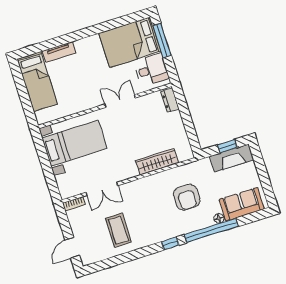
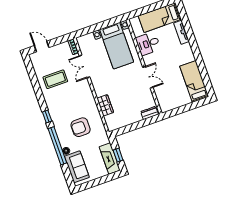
window: (162, 41) -> (192, 106), removed
bed: (130, 42) -> (194, 81), width x0.67
desk: (151, 70) -> (148, 44), moved, turned 90
wardrobe: (157, 162) -> (105, 105), width x0.67

